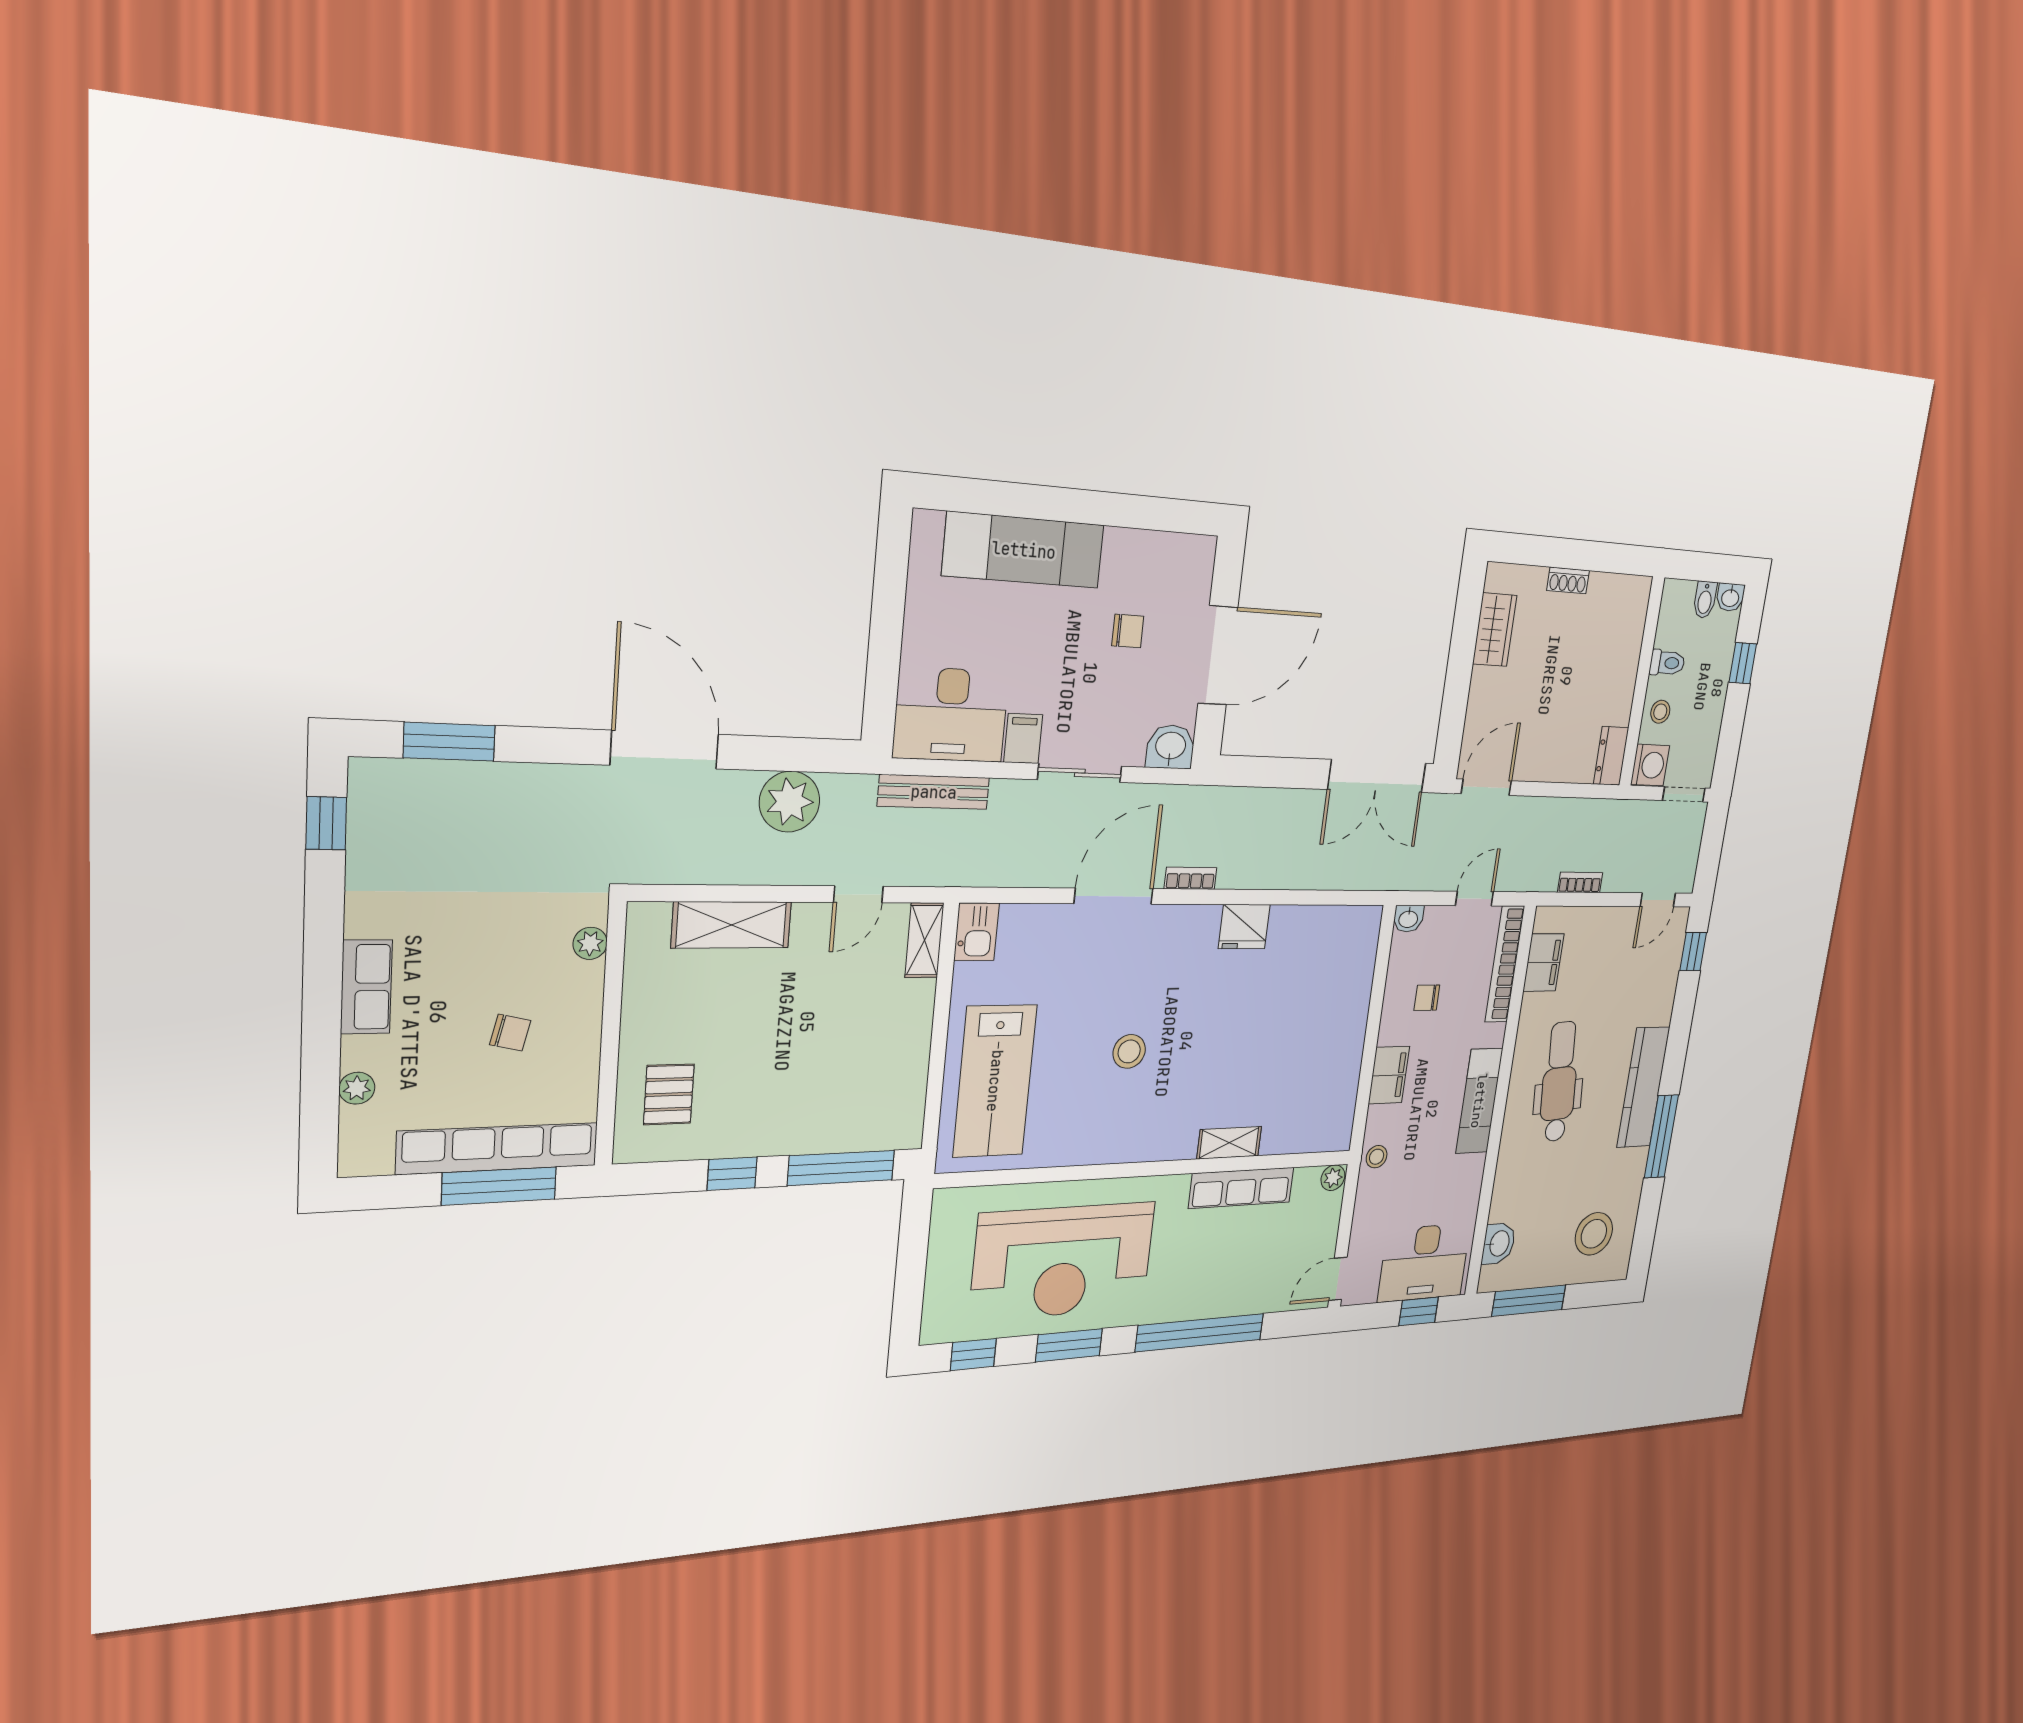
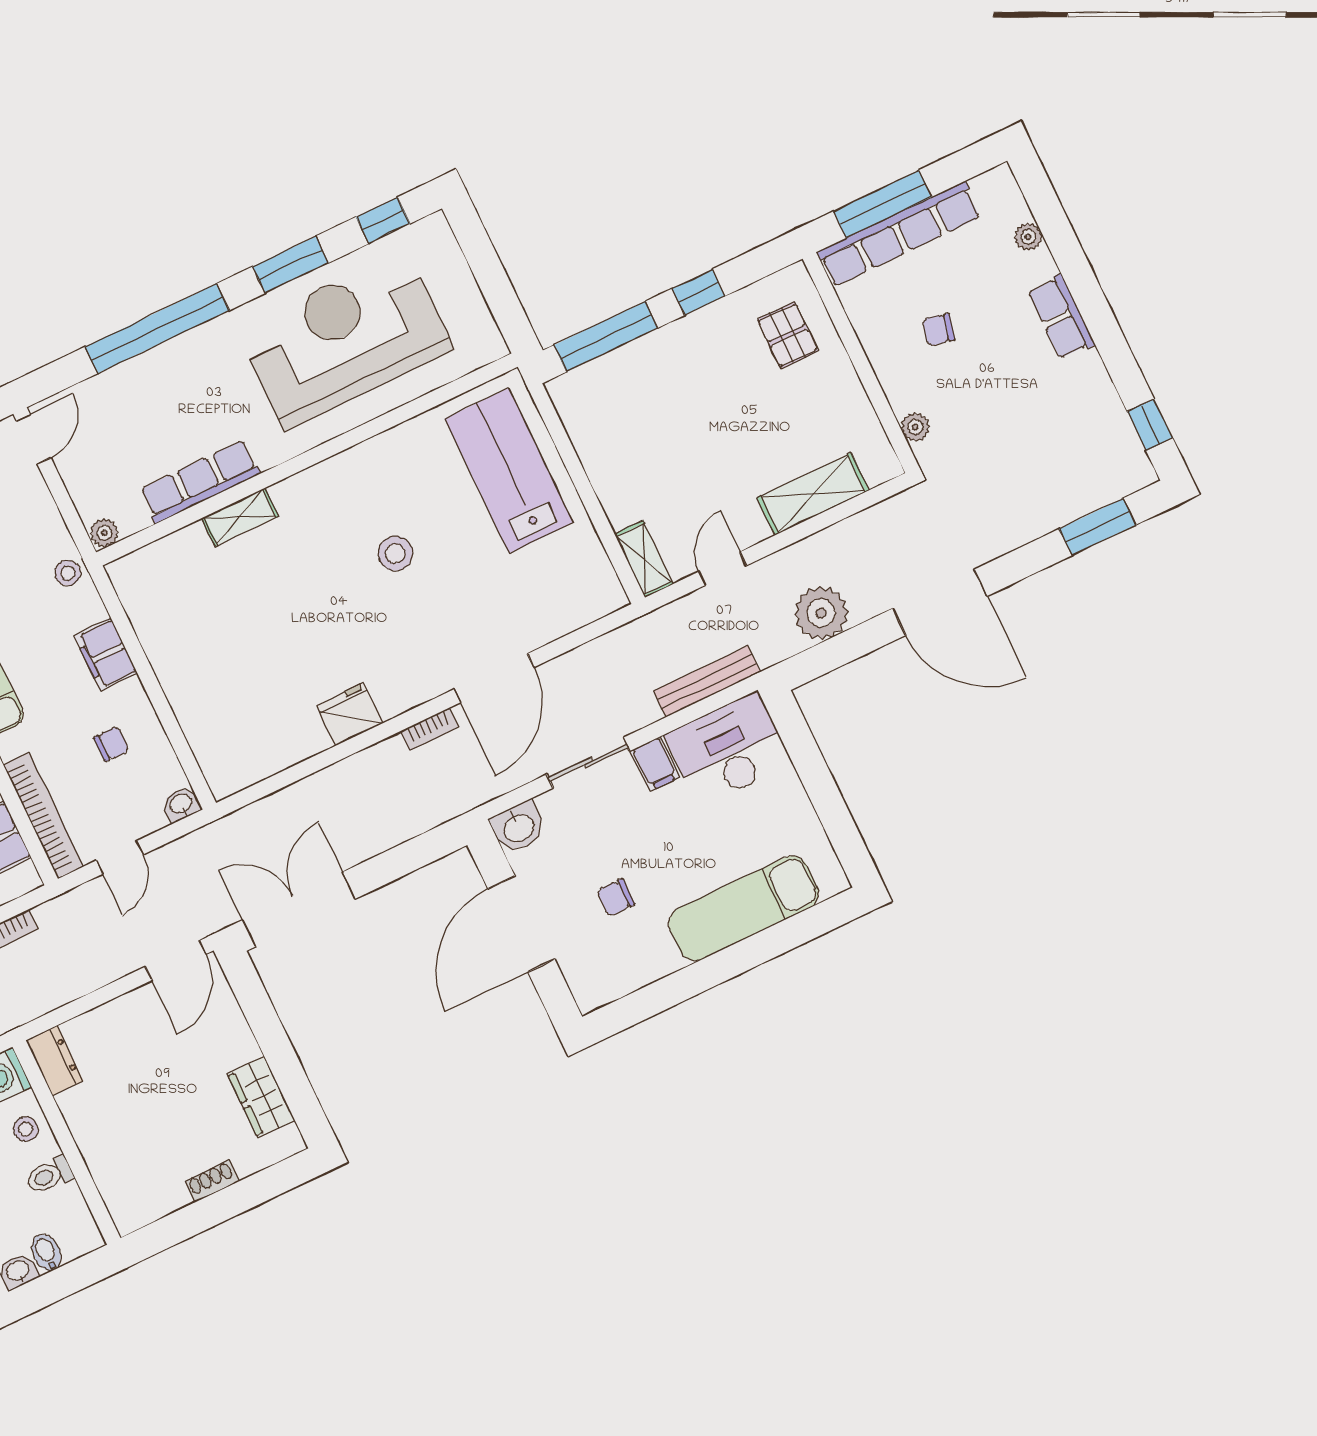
kitchen sink: (977, 932) -> (602, 588), removed

